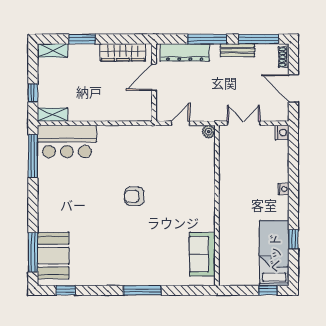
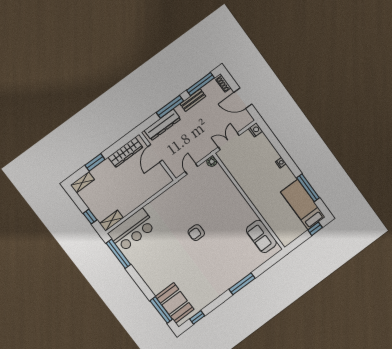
window: (293, 239) -> (308, 188), width x2.17

